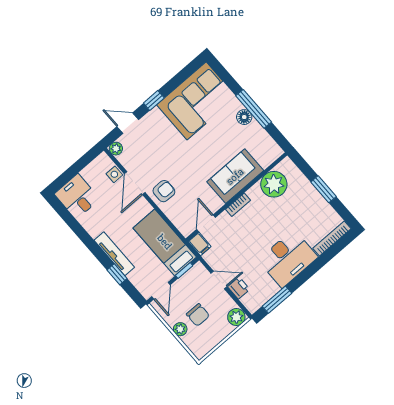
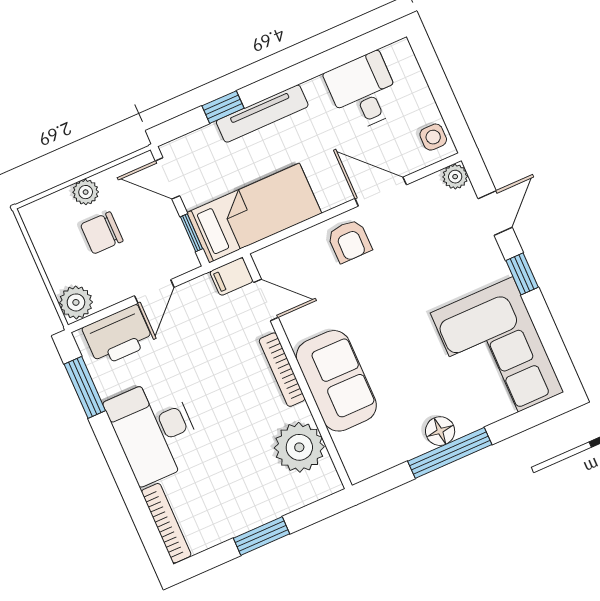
side table: (114, 174) -> (433, 137), moved
desk: (77, 196) -> (363, 92), moved, turned -90
bookcase: (238, 205) -> (282, 370), width x1.56
printer: (239, 288) -> (118, 336), width x1.87, depth x1.48

